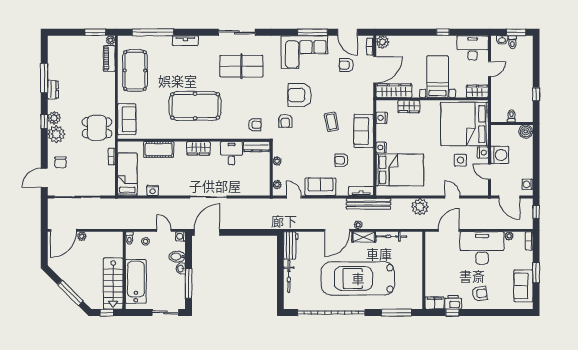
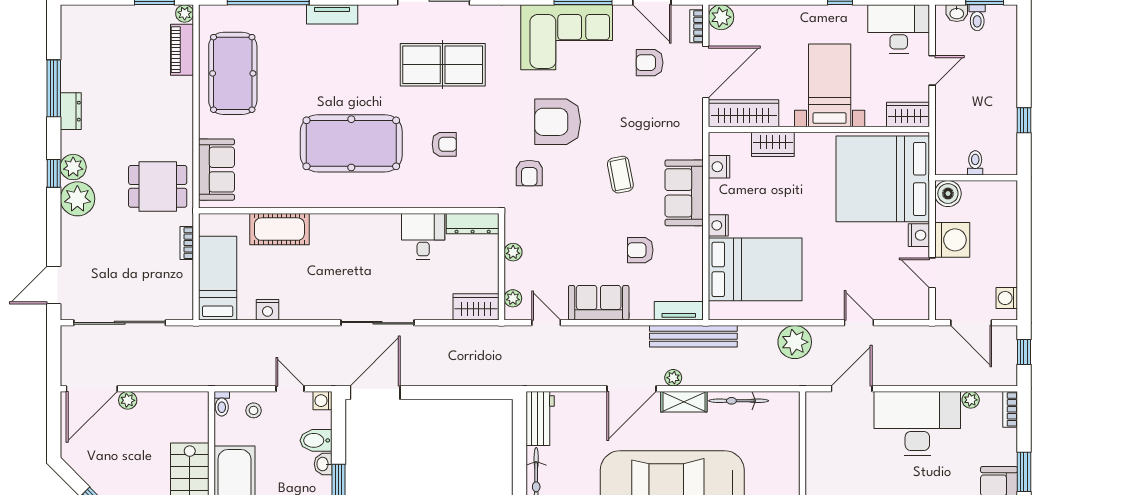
armchair: (255, 125) -> (444, 144), moved
boiler: (526, 131) -> (948, 194), moved
wardrobe: (198, 148) -> (476, 307), moved, turned 180
side table: (460, 160) -> (875, 250), removed
chair: (61, 162) -> (86, 255), removed

